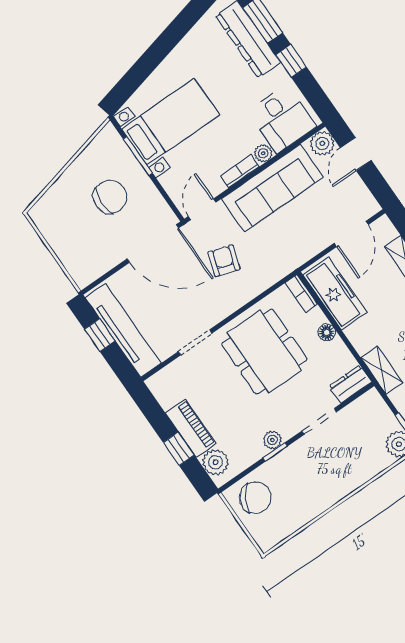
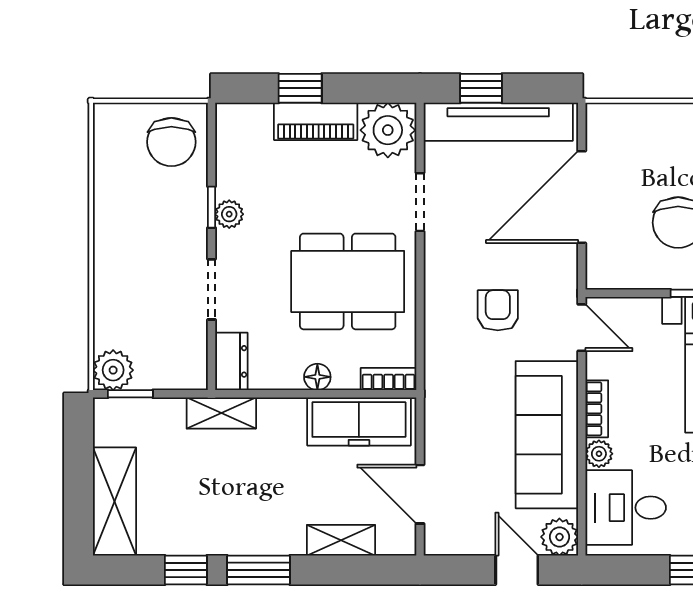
door: (153, 243) -> (582, 197), moved
armchair: (224, 261) -> (498, 310), turned -108
window: (100, 335) -> (481, 88), moved
plant: (215, 462) -> (388, 130), moved, width x1.36, depth x1.36
chair: (255, 498) -> (171, 142), turned -30

